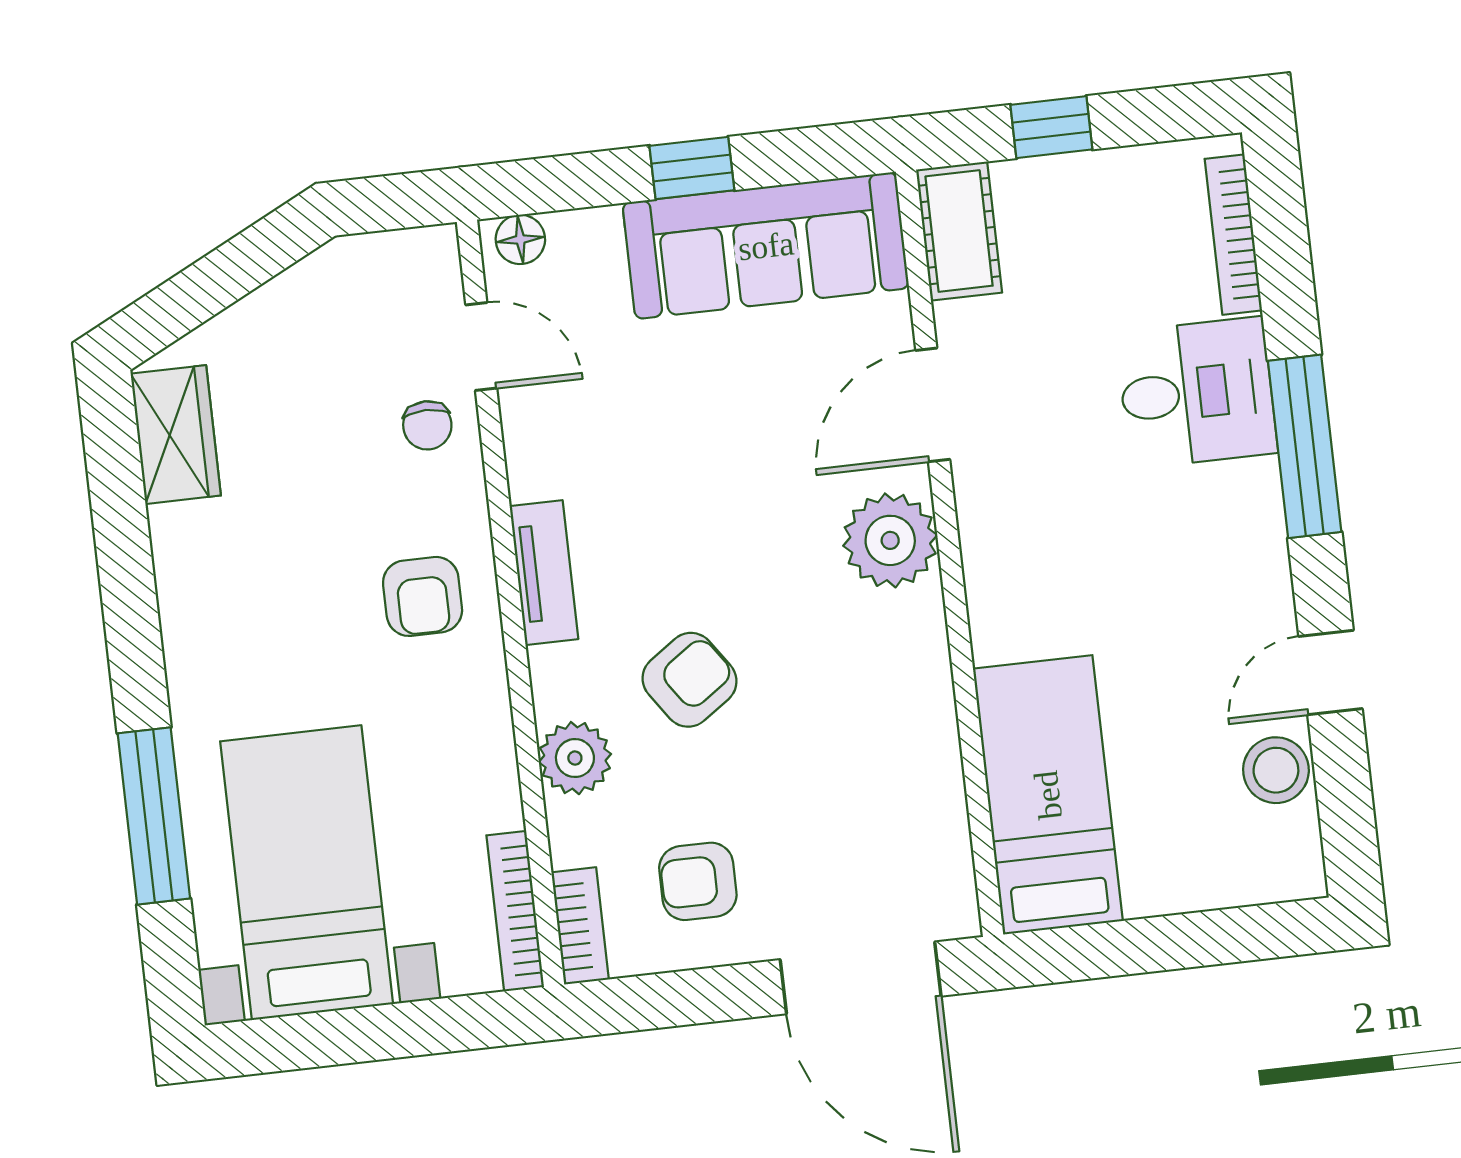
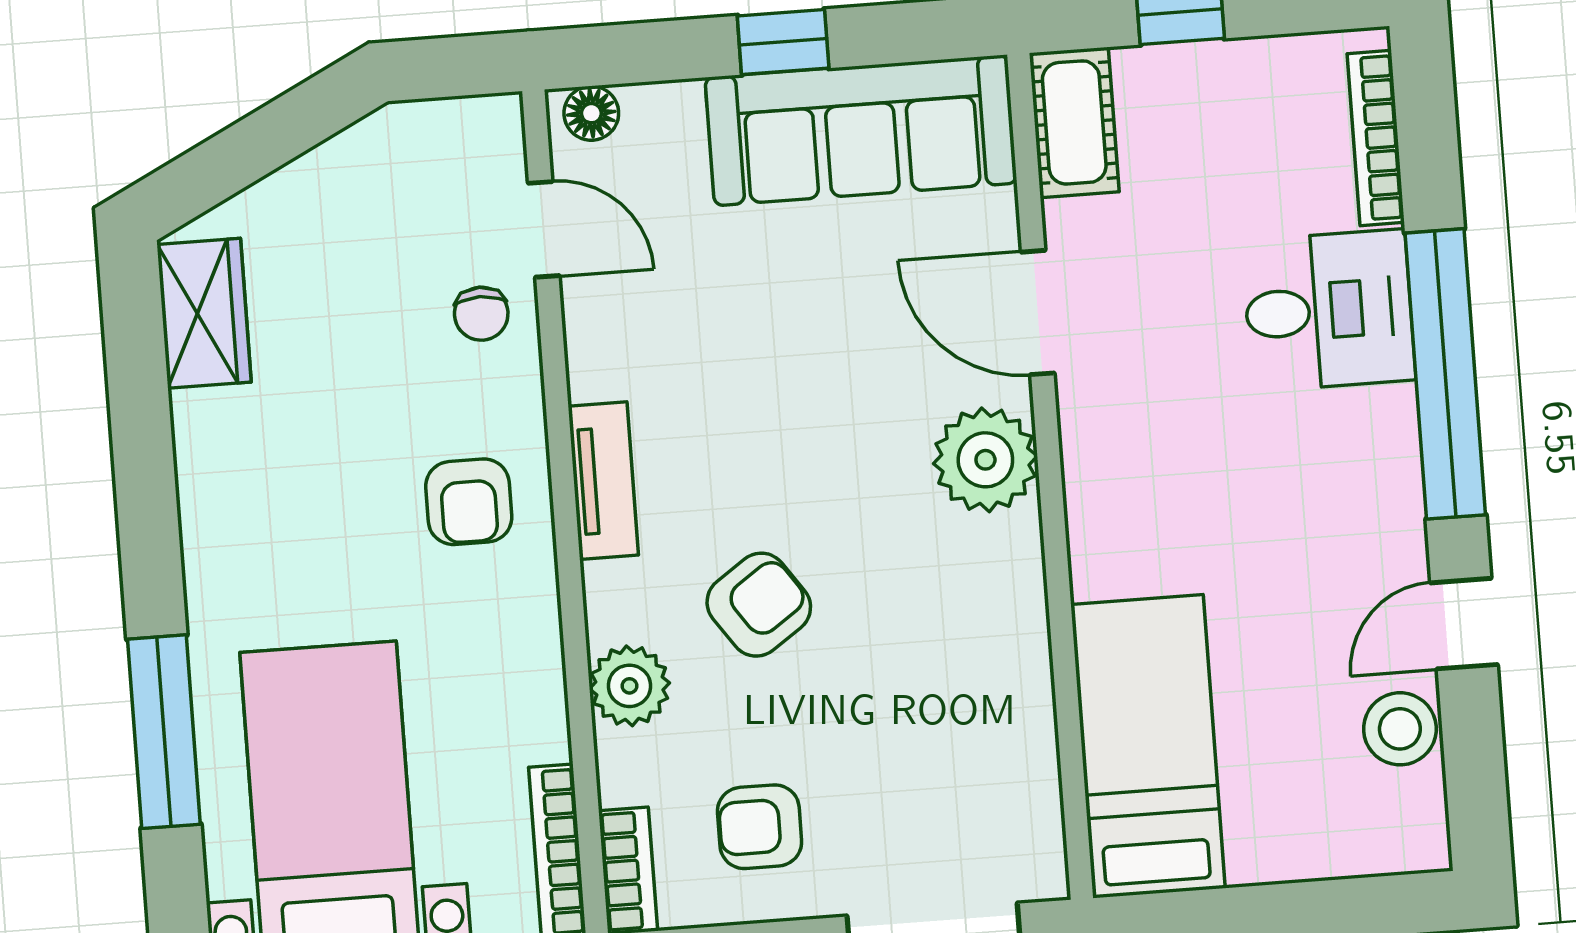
door: (933, 405) -> (1038, 313), hinge flipped
window: (1305, 446) -> (1445, 374), width x1.46

